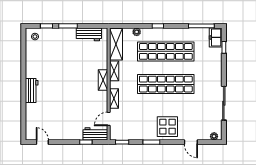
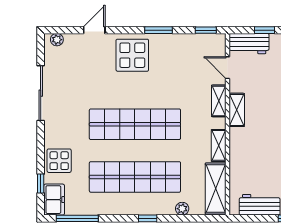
display table: (213, 62) -> (59, 161), added
shelving: (103, 80) -> (237, 110), moved
door: (109, 119) -> (228, 68), swing flipped
door: (191, 142) -> (94, 30), hinge flipped

